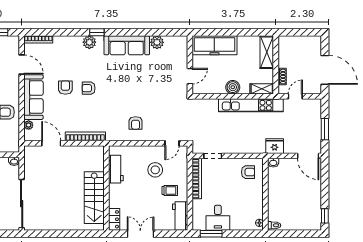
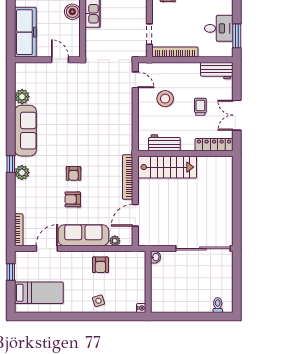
armchair: (136, 123) -> (112, 121), removed
trolley: (170, 190) -> (200, 107), moved
stairs: (94, 198) -> (167, 167), moved
locker: (114, 219) -> (214, 145), width x1.53

